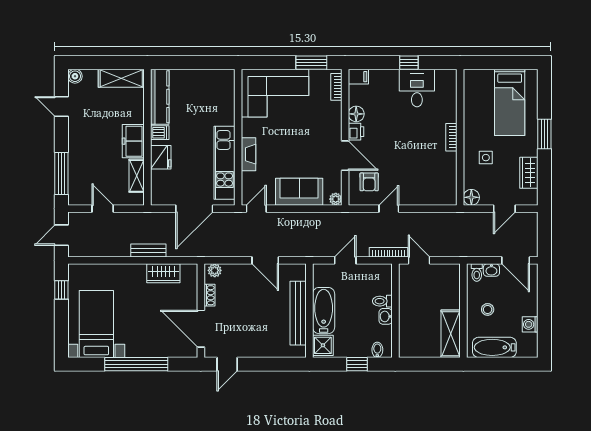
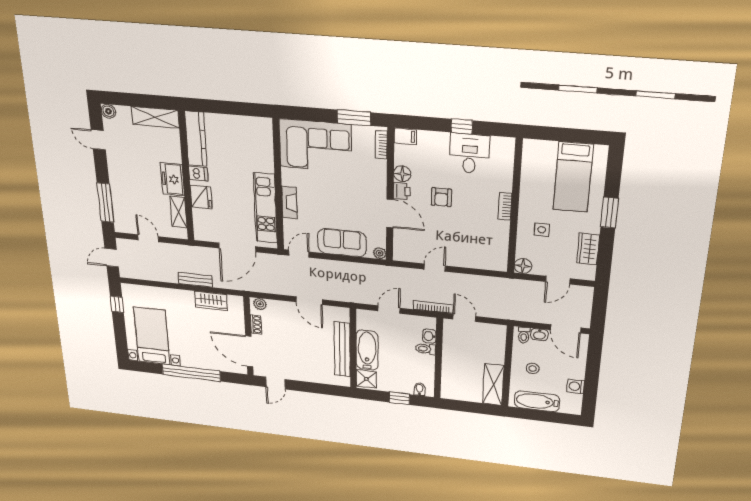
armchair: (369, 182) -> (441, 197), moved
washbasin: (386, 316) -> (429, 336), moved

